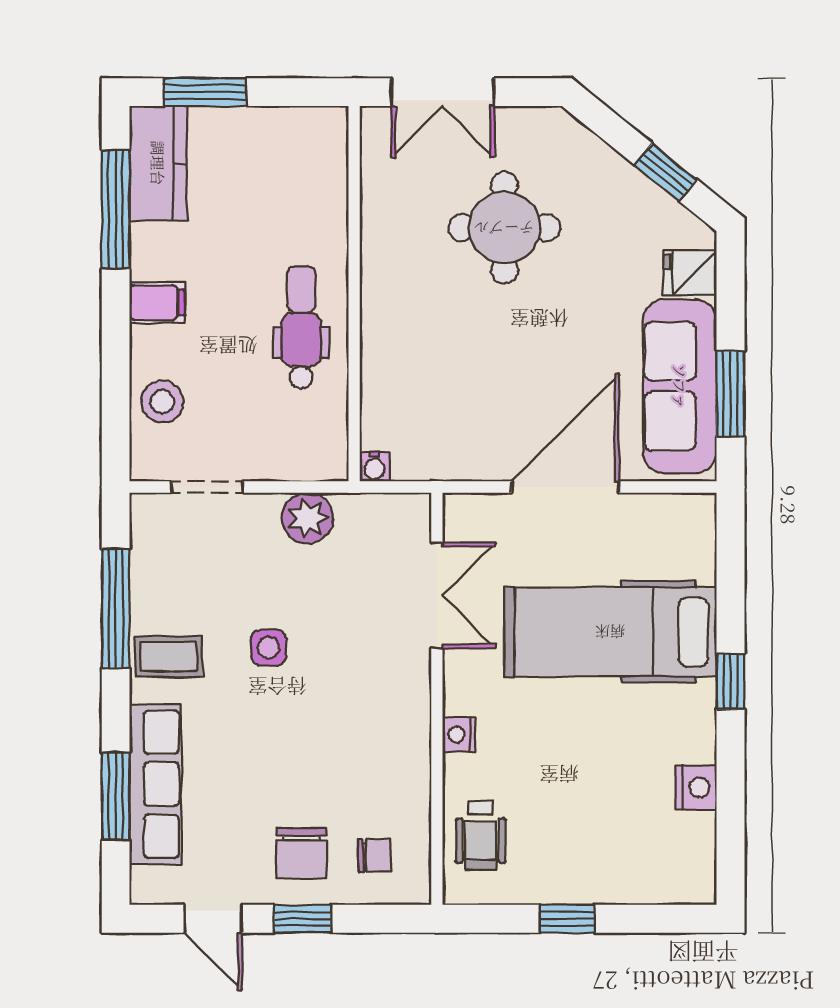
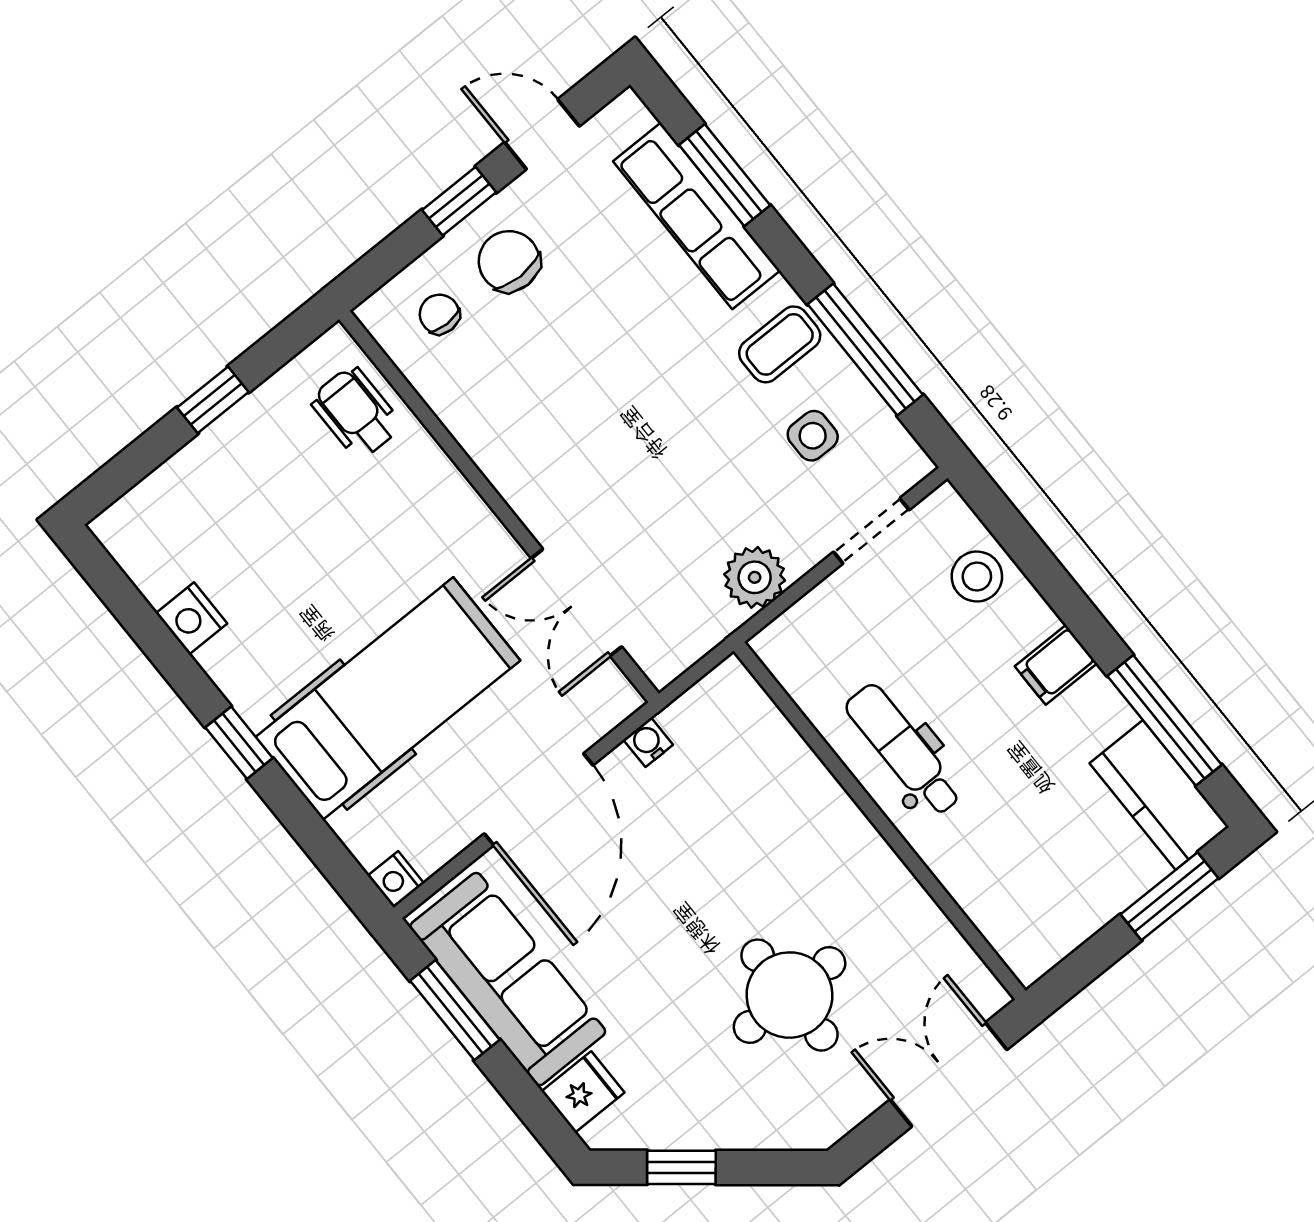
dental chair: (301, 327) -> (904, 750), turned 180
water cooler: (374, 467) -> (648, 742), moved
side table: (269, 648) -> (813, 436), moved
nightstand: (459, 735) -> (396, 879), moved, turned 180
chair: (375, 855) -> (439, 314), turned 91

